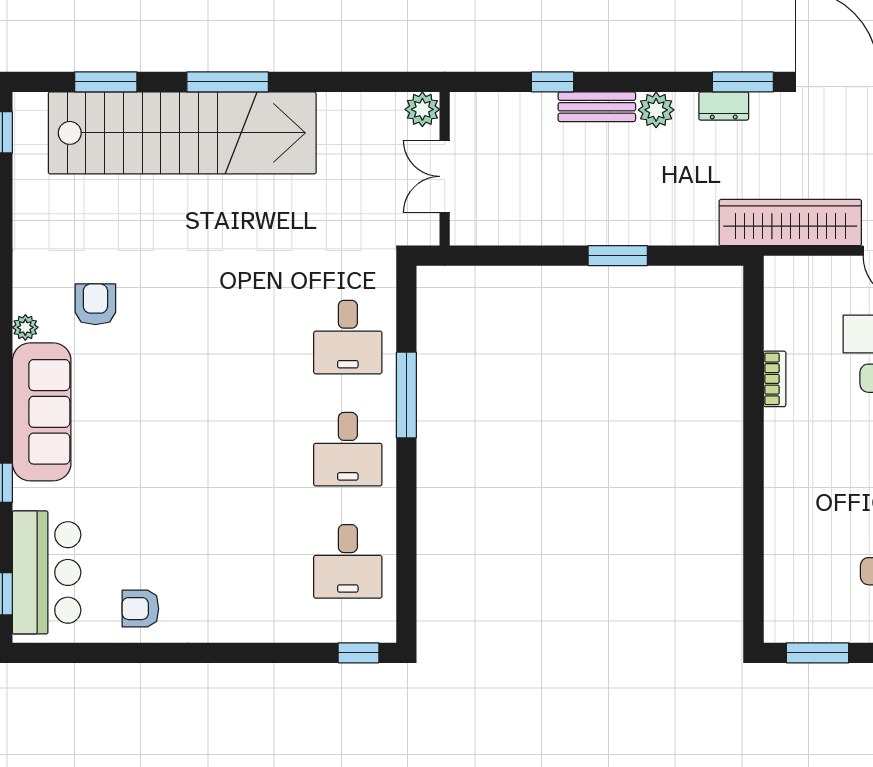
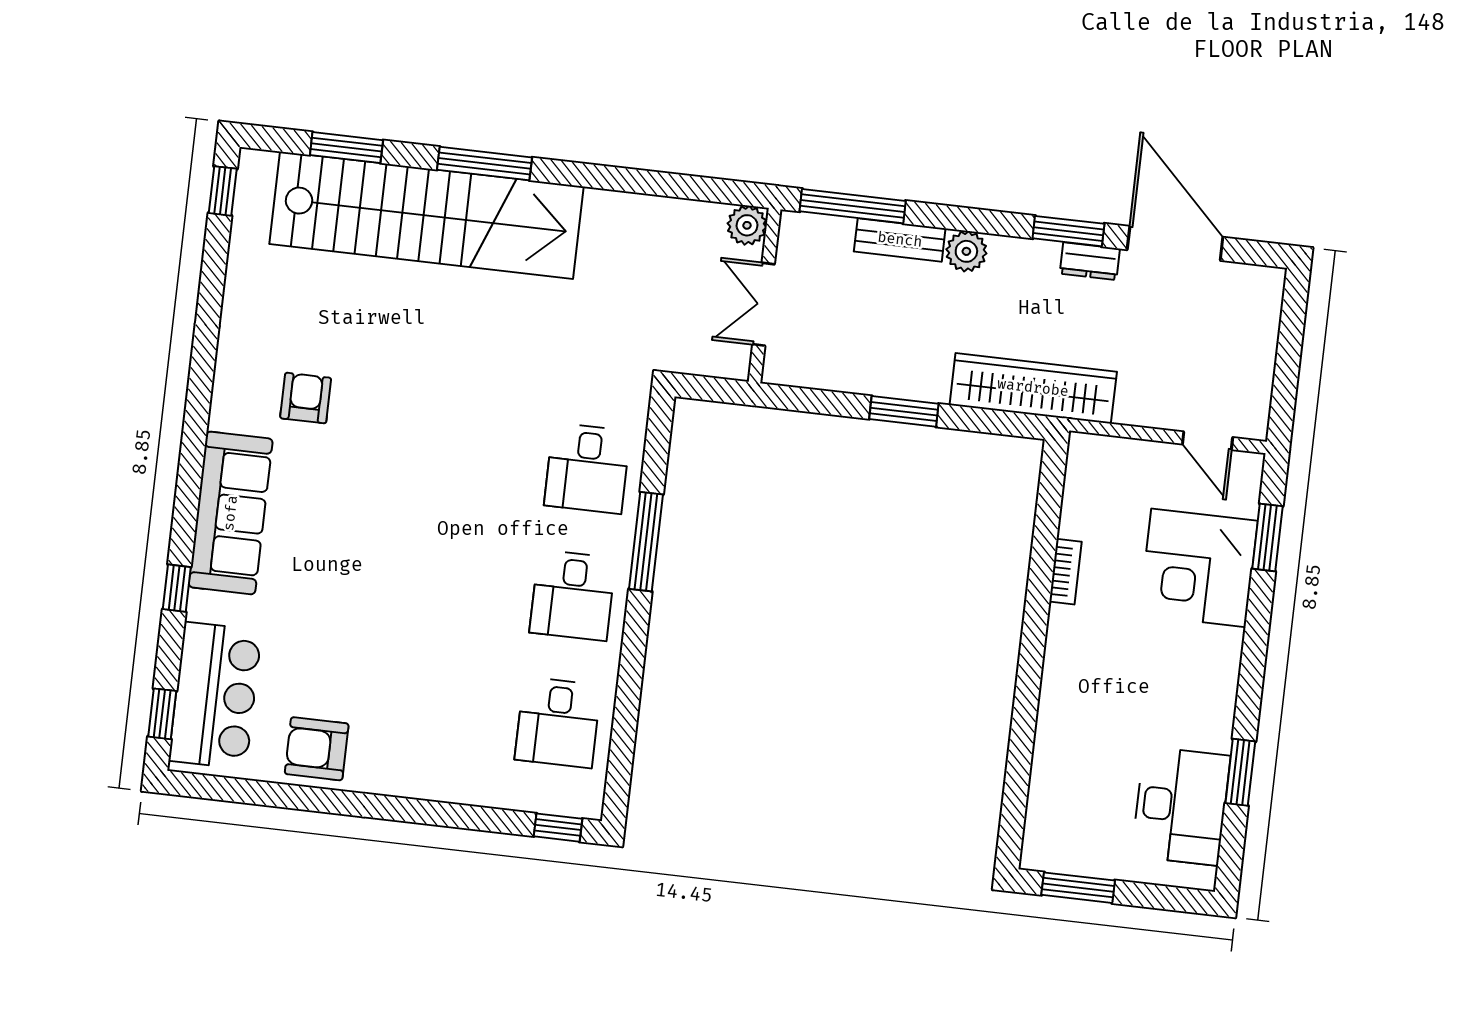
window: (552, 82) -> (853, 206), width x2.17
dresser: (724, 106) -> (1090, 261), moved
plant: (422, 109) -> (747, 225), moved
wall: (445, 169) -> (765, 296), moved
double door: (445, 176) -> (764, 304), moved
wardrobe: (790, 223) -> (1033, 388), moved
plant: (25, 327) -> (223, 415), removed
armchair: (140, 609) -> (317, 749), width x1.38, depth x1.38

